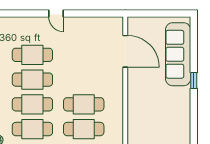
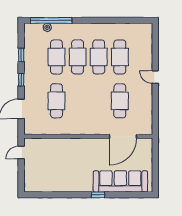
door: (56, 13) -> (155, 77), hinge flipped
cafe table: (84, 104) -> (120, 101), moved

